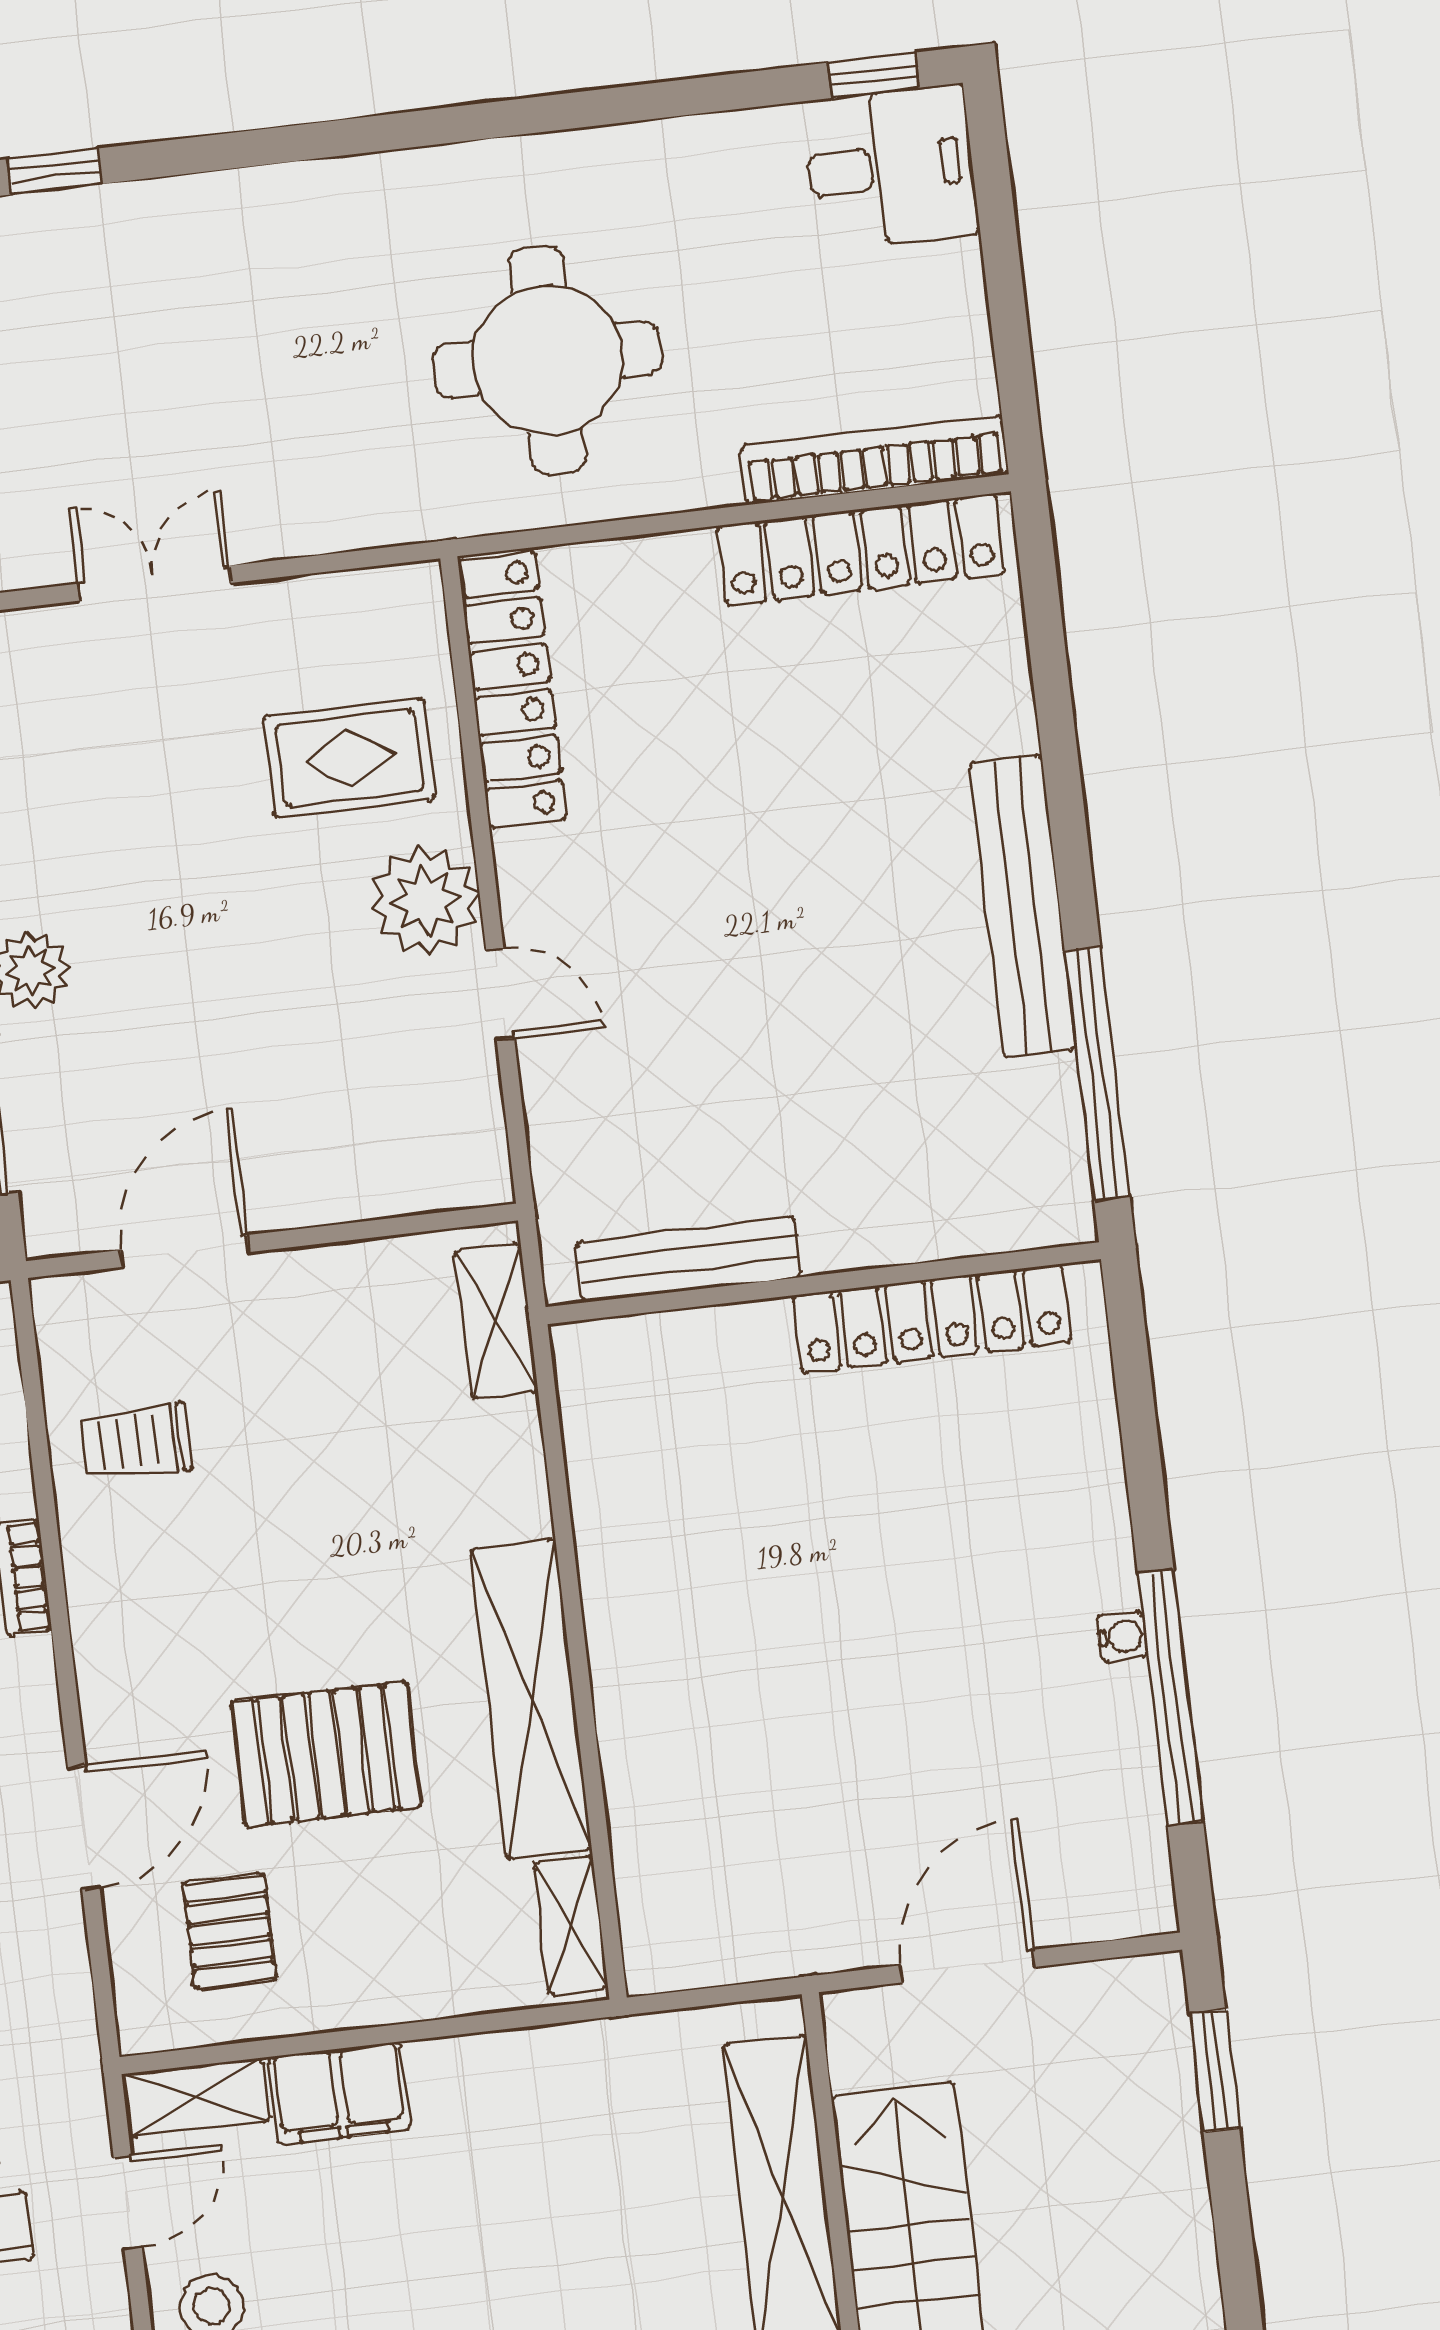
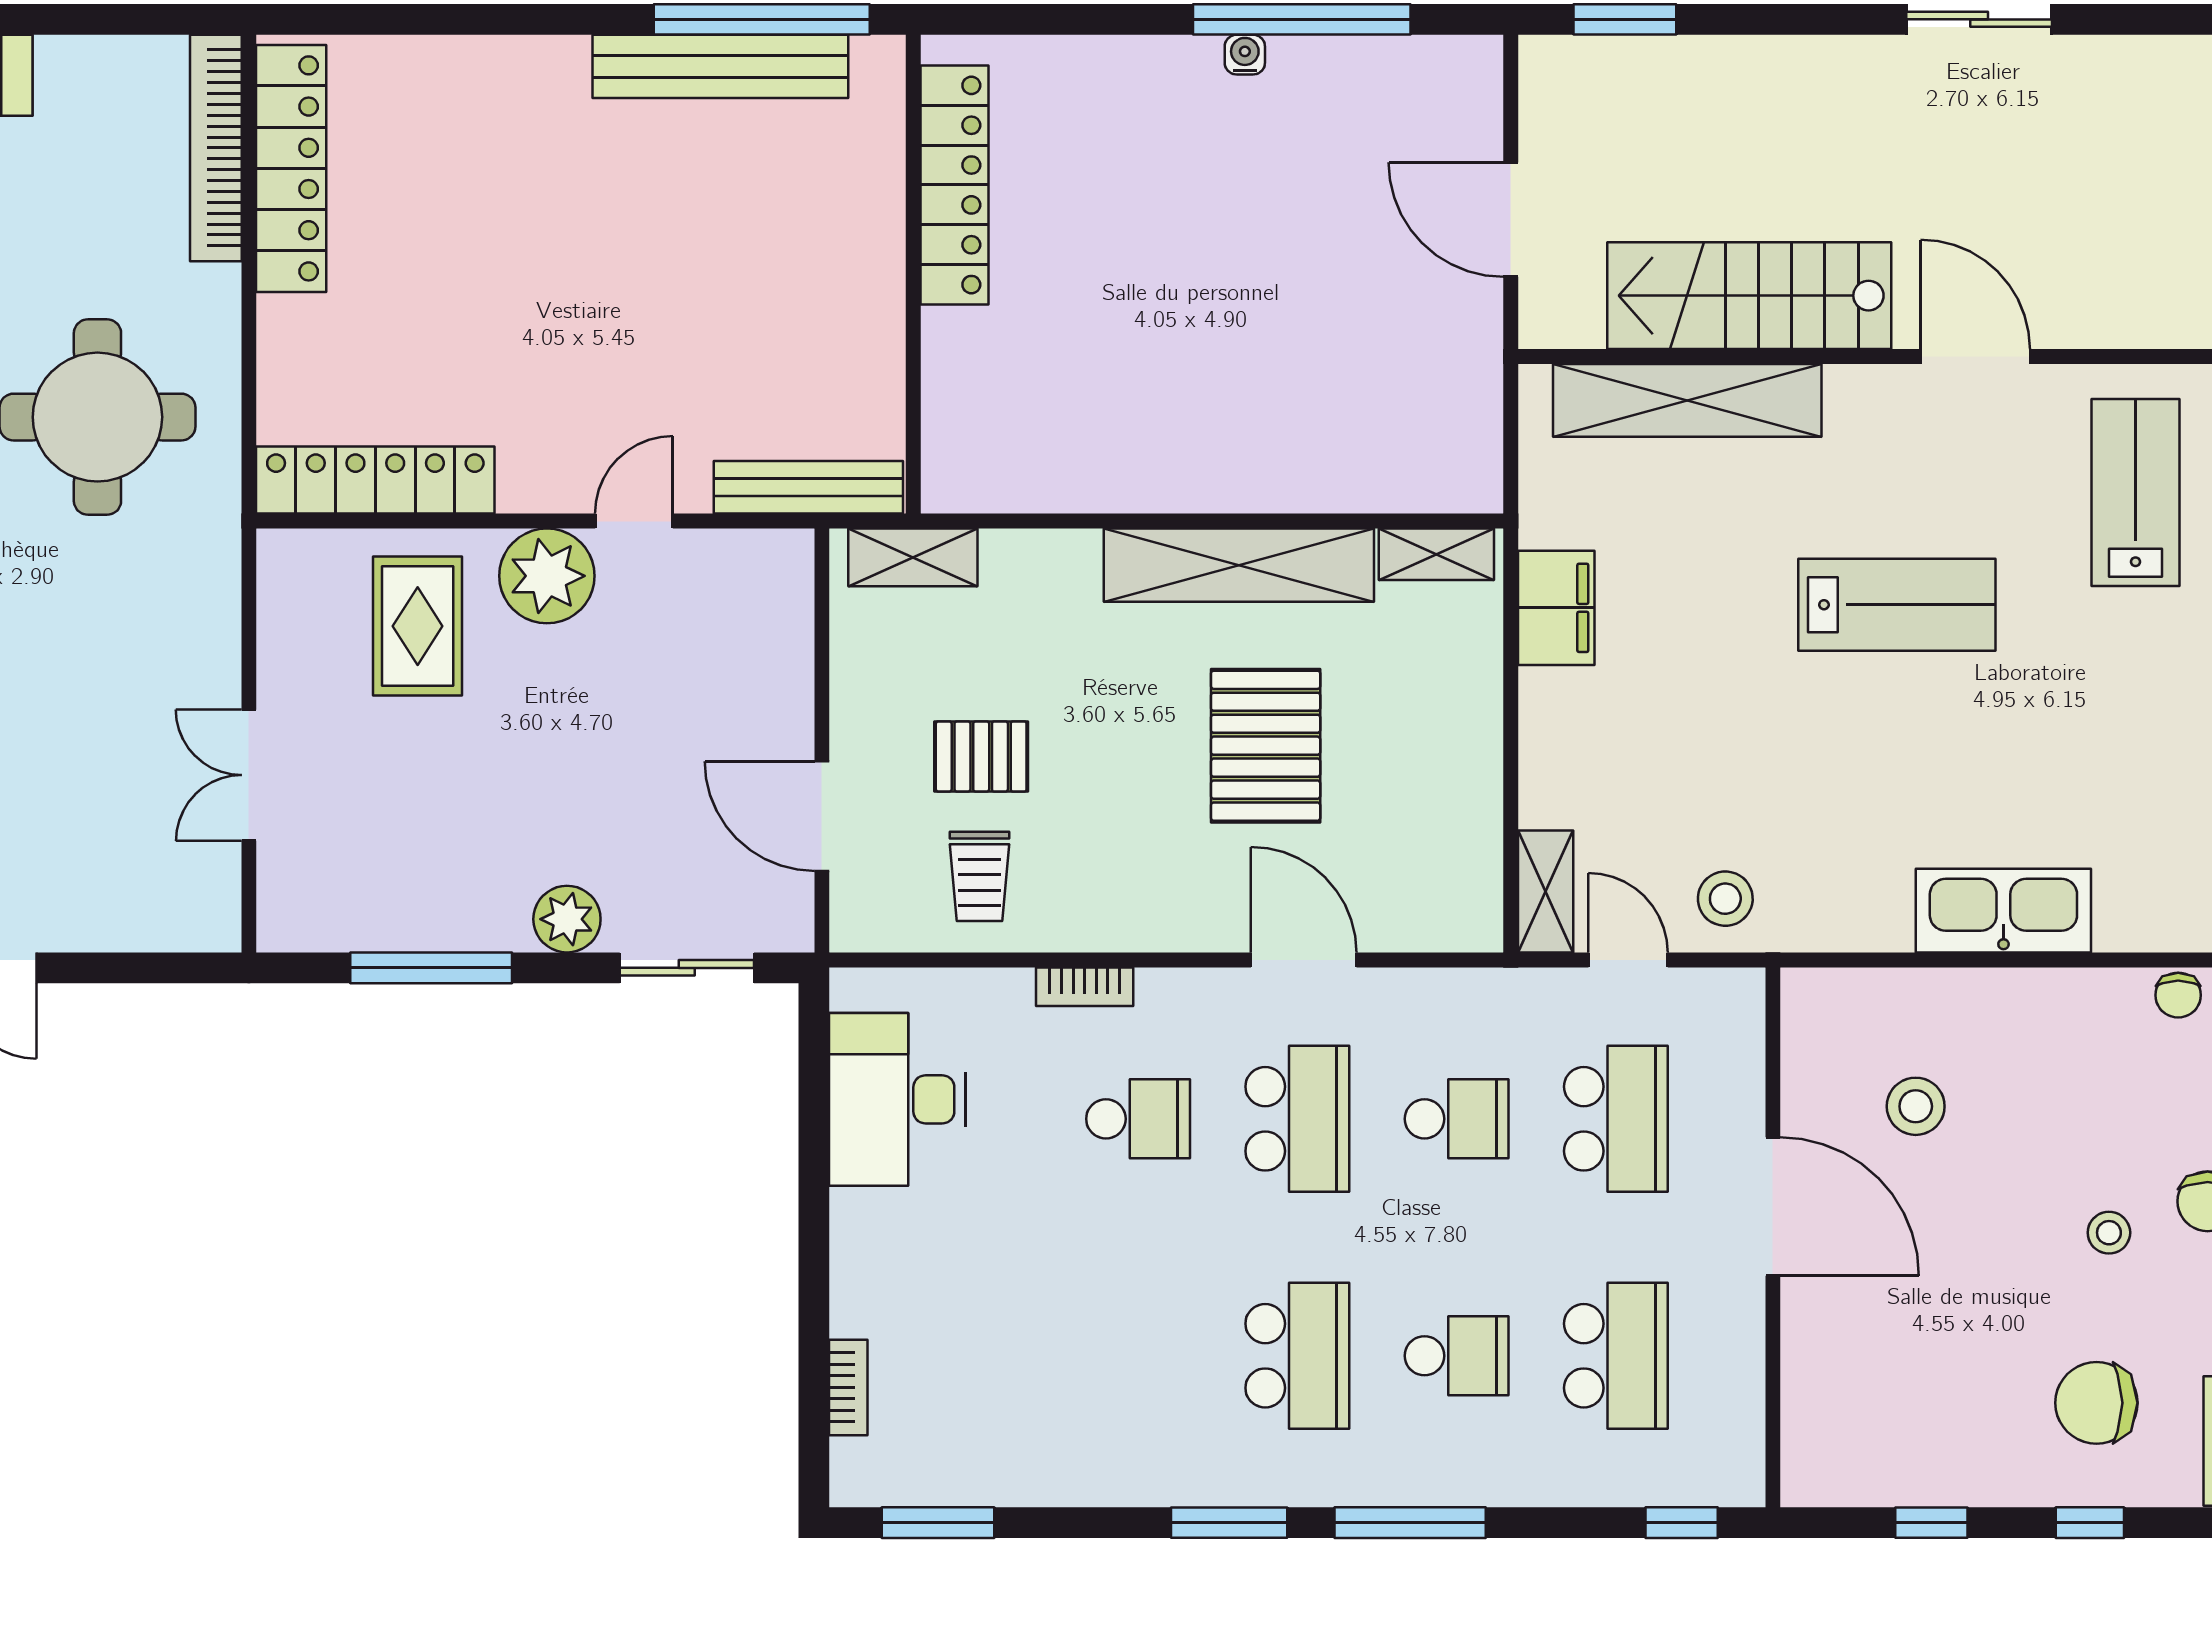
bench: (1022, 906) -> (720, 66), moved
bench: (689, 1259) -> (808, 487), moved, turned 90
pallet: (230, 1931) -> (981, 756), moved
filing cabinet: (339, 2093) -> (1556, 608), moved

